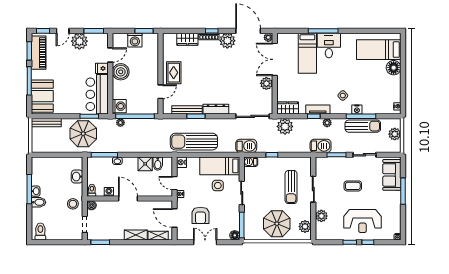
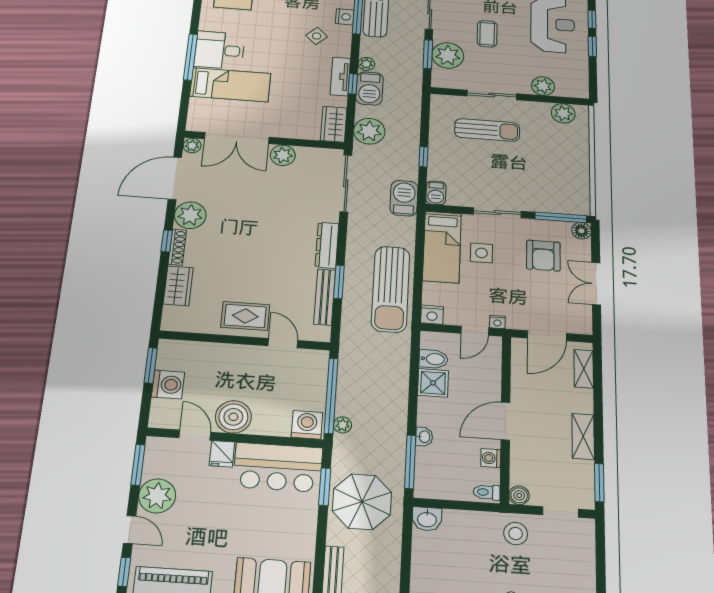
barbecue: (321, 146) -> (370, 88), moved, turned 180
plant: (337, 165) -> (448, 55), added
washbasin: (77, 177) -> (427, 519), moved
armchair: (200, 215) -> (543, 256), moved, turned 90
parasol: (277, 224) -> (558, 158), removed
shelving: (136, 235) -> (583, 436), moved

